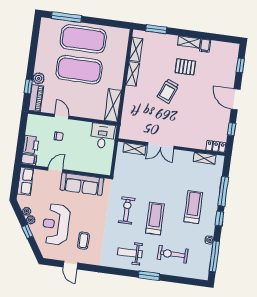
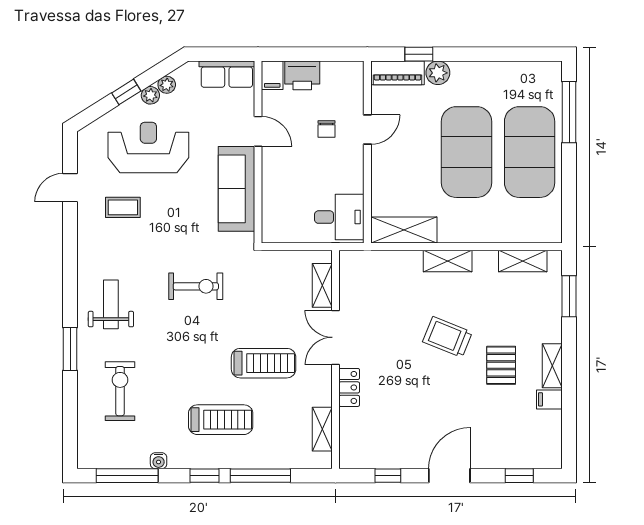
shelving: (133, 74) -> (448, 261), moved
locker: (216, 146) -> (349, 387), moved
treadmill: (155, 218) -> (264, 363), moved

